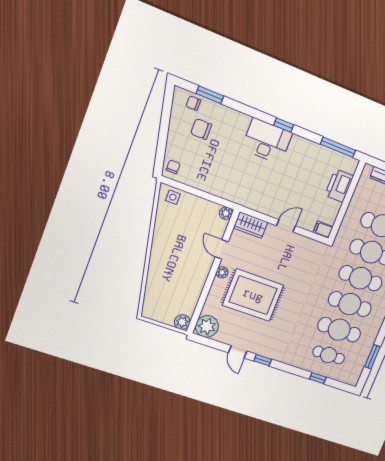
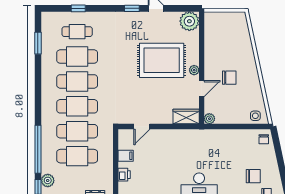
printer: (339, 186) -> (124, 175), width x0.53, depth x0.68
door: (286, 226) -> (142, 127), moved
filing cabinet: (323, 230) -> (126, 156), moved
door: (222, 249) -> (202, 89), hinge flipped
chair: (186, 250) -> (229, 78), added
plant: (182, 322) -> (211, 18), removed

